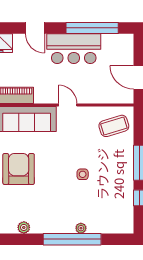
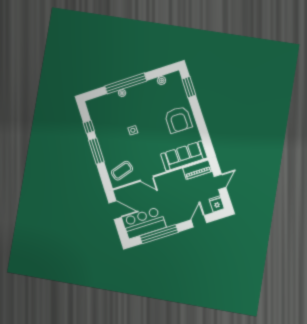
door: (35, 28) -> (199, 221), hinge flipped
bar counter: (74, 49) -> (144, 223), moved
door: (68, 105) -> (147, 179), moved

